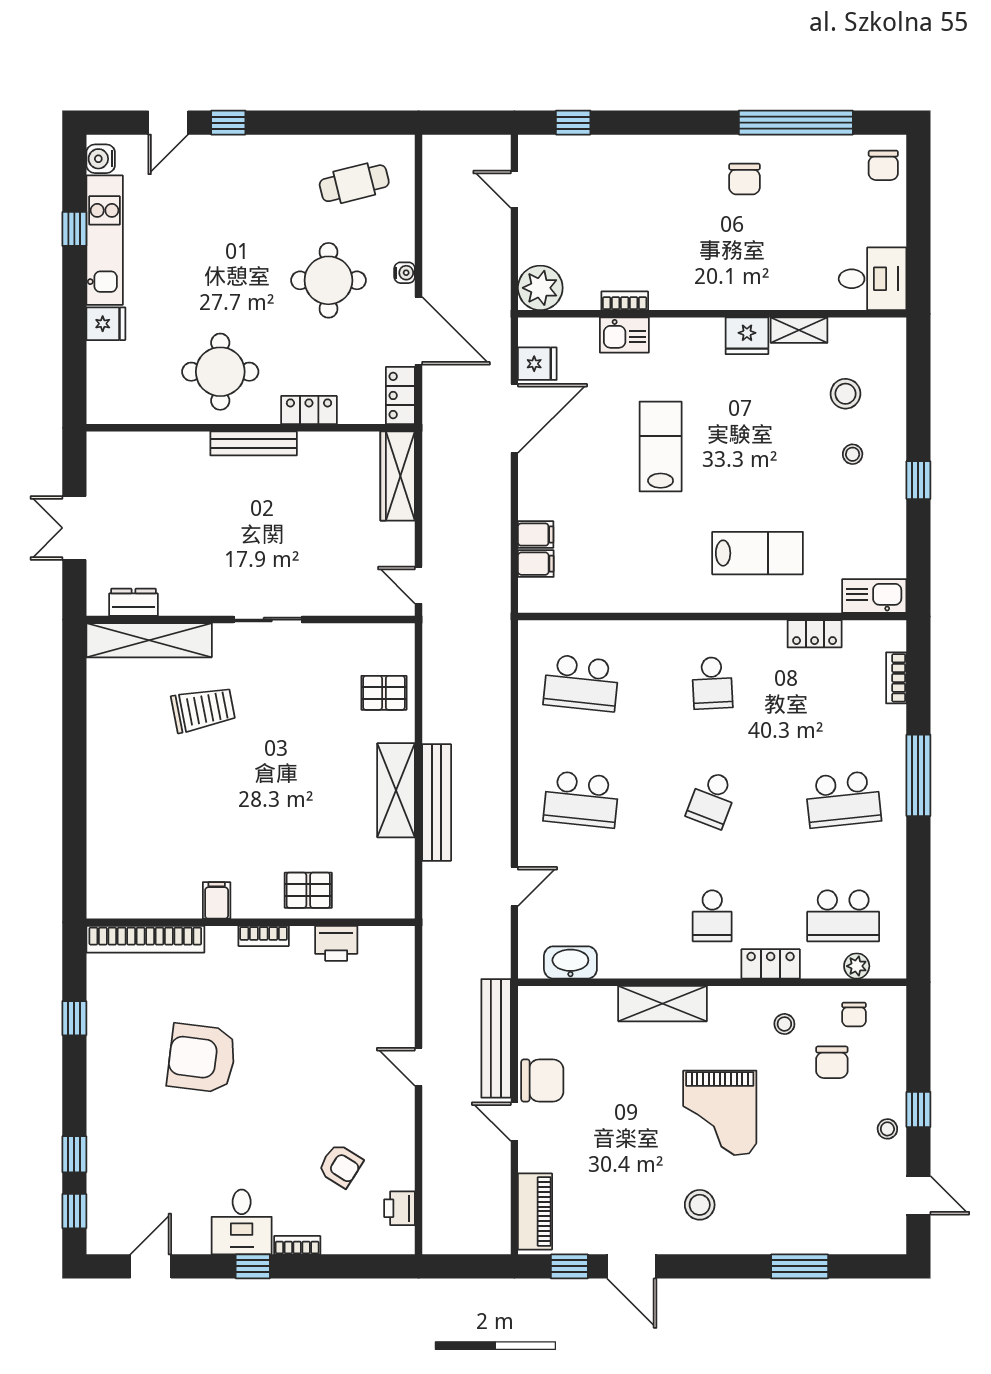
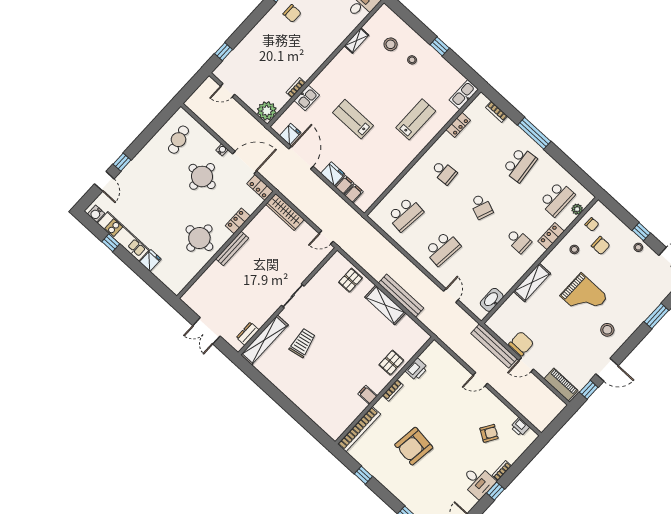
fridge: (747, 336) -> (333, 174), moved, turned -90

